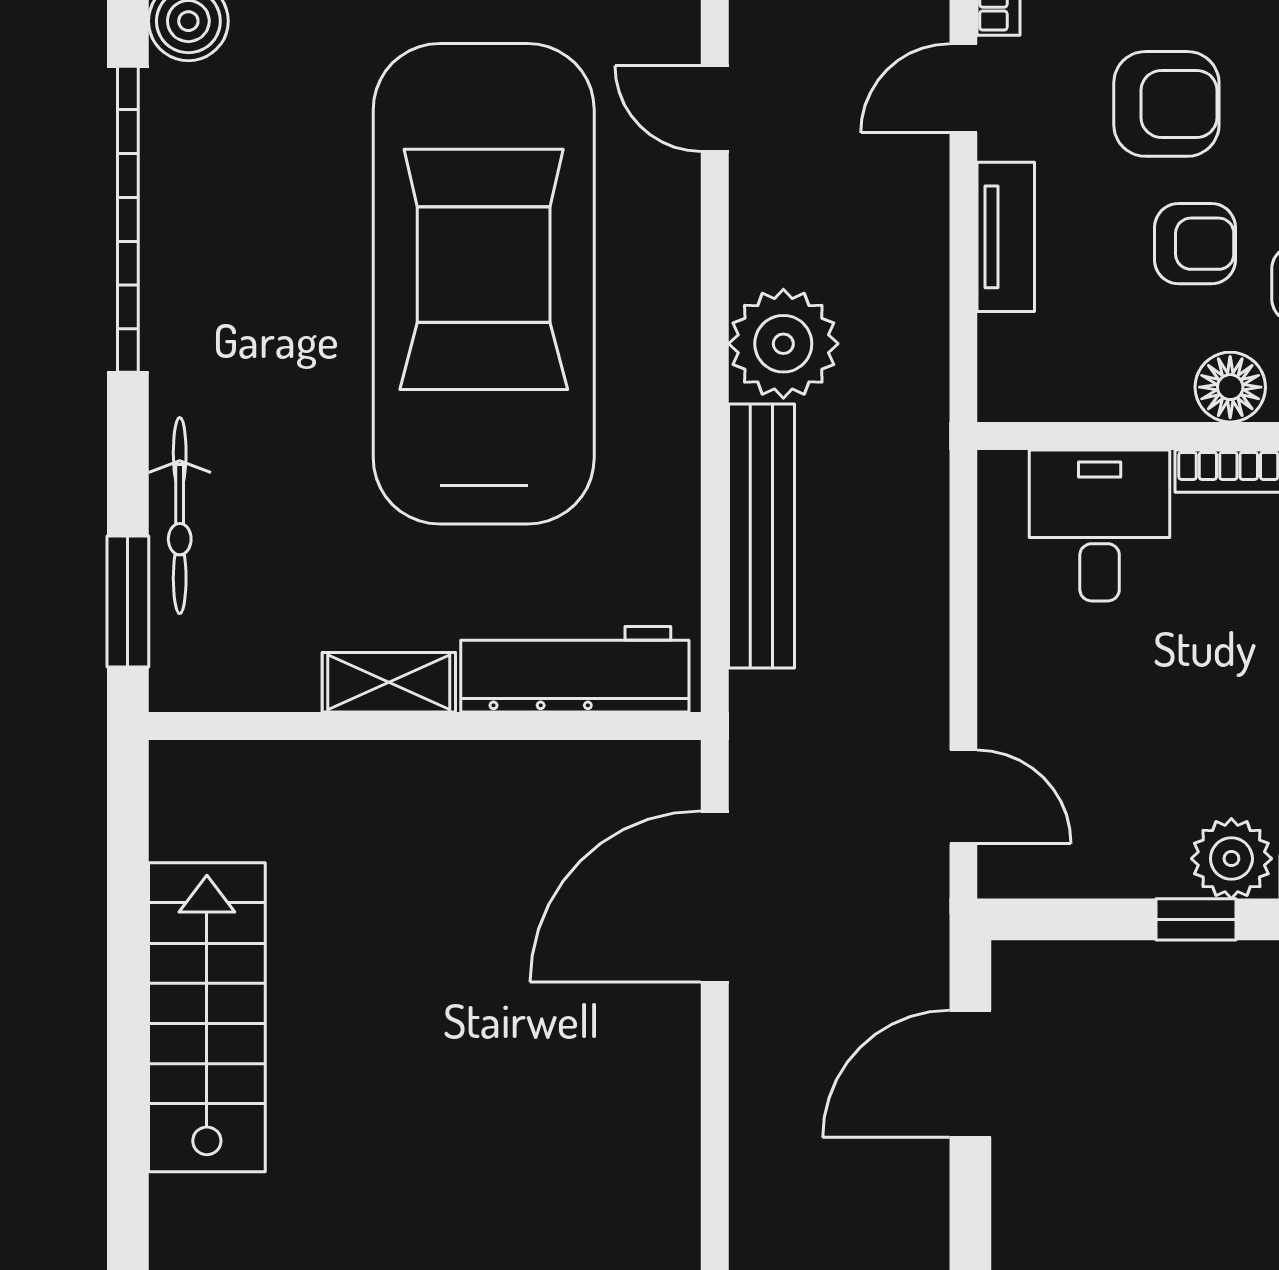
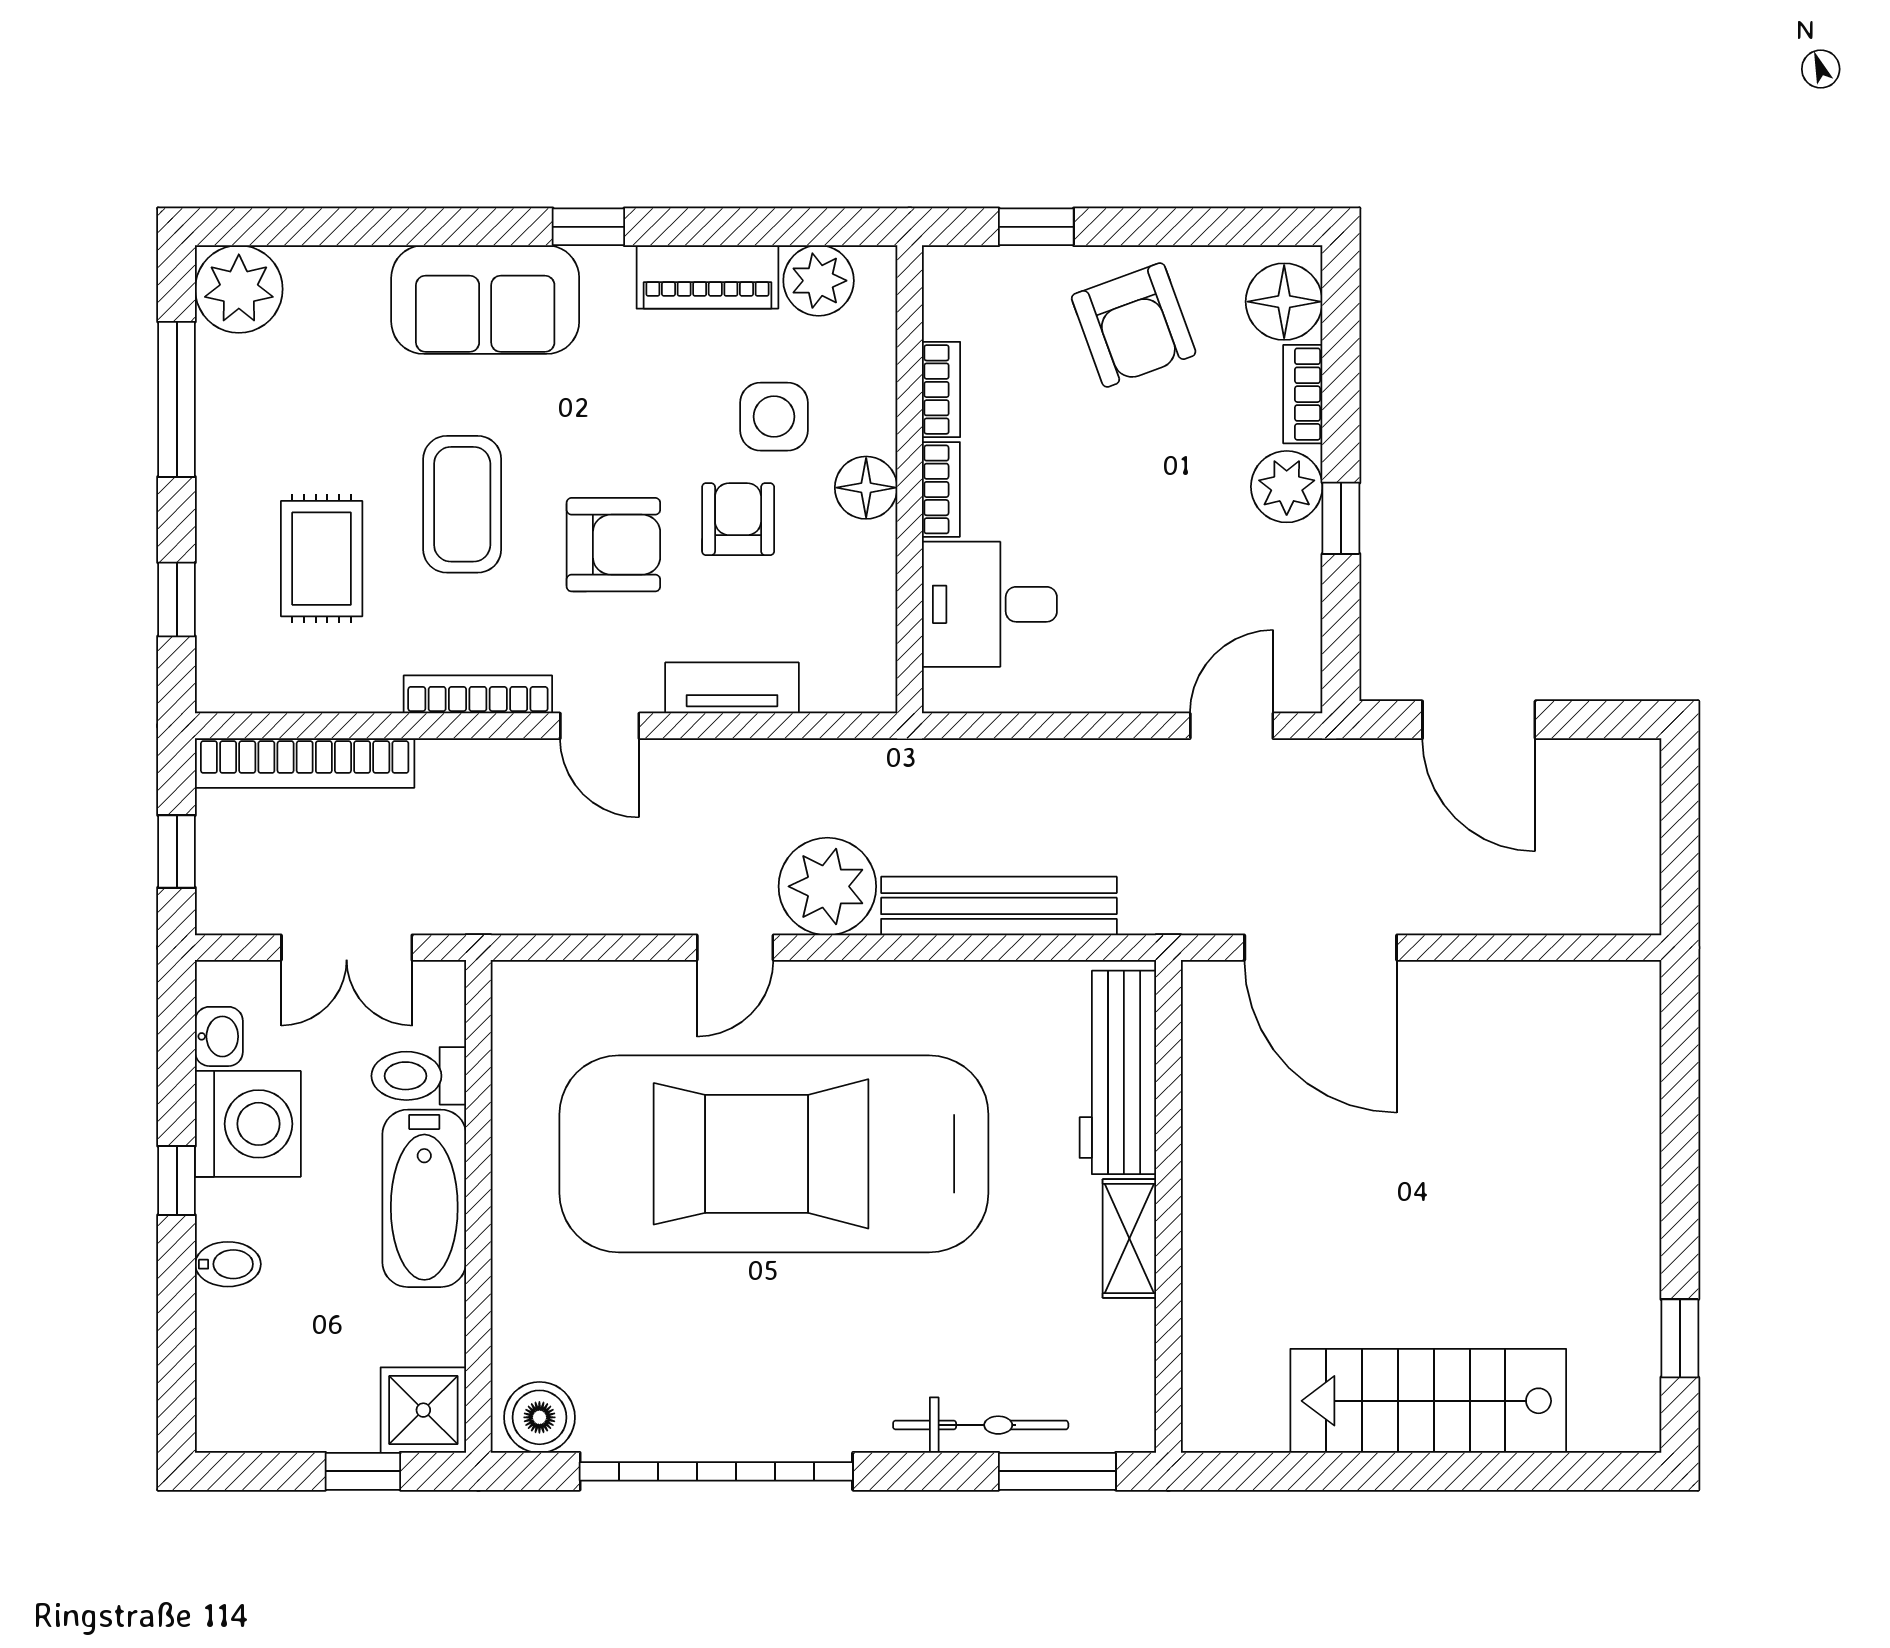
armchair: (1166, 104) -> (613, 545), turned 90
door: (715, 109) -> (735, 948), moved

